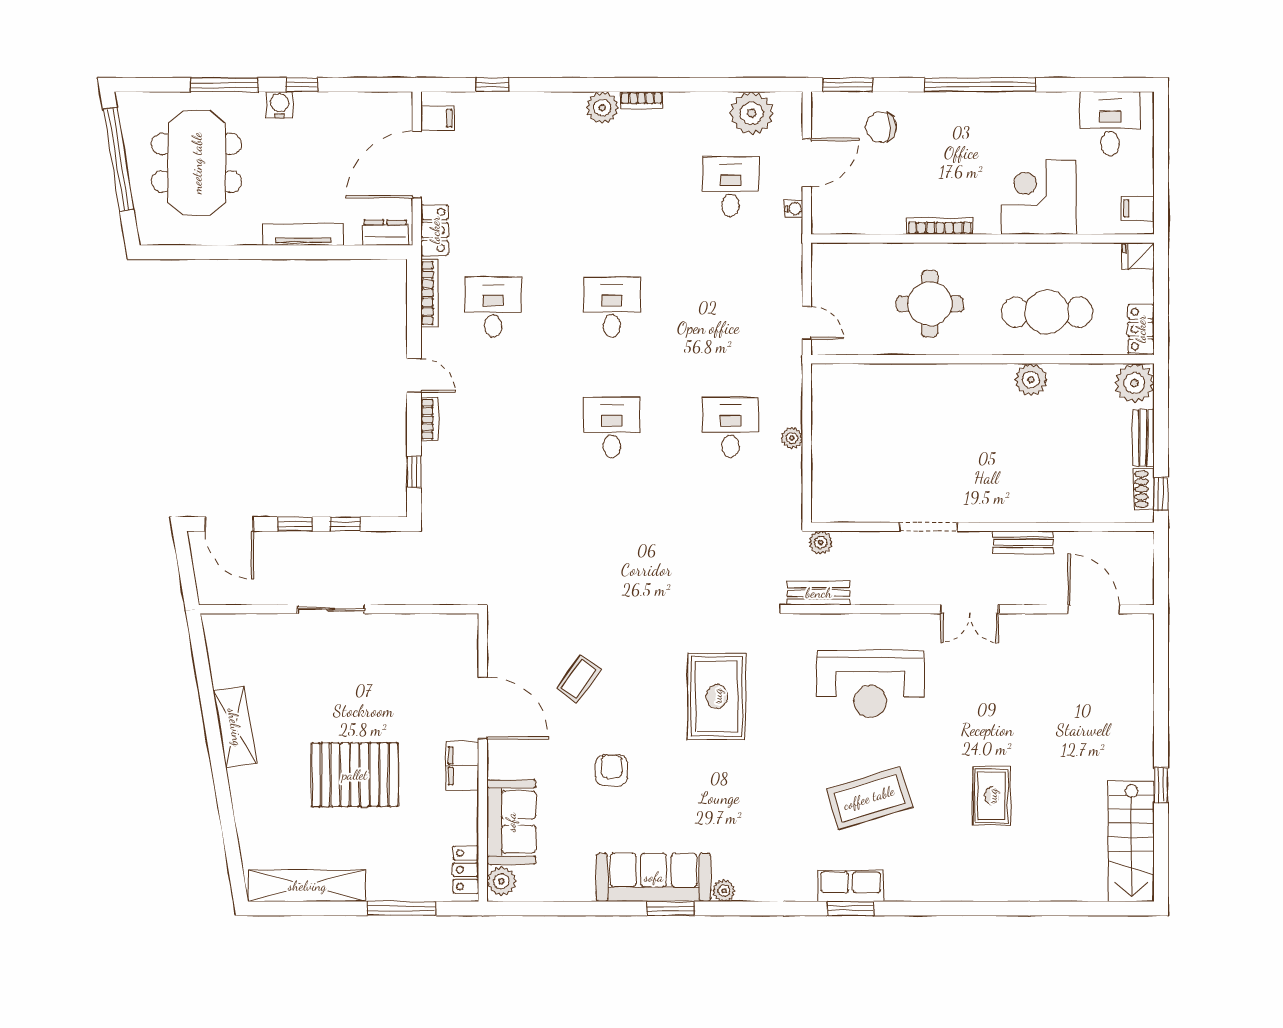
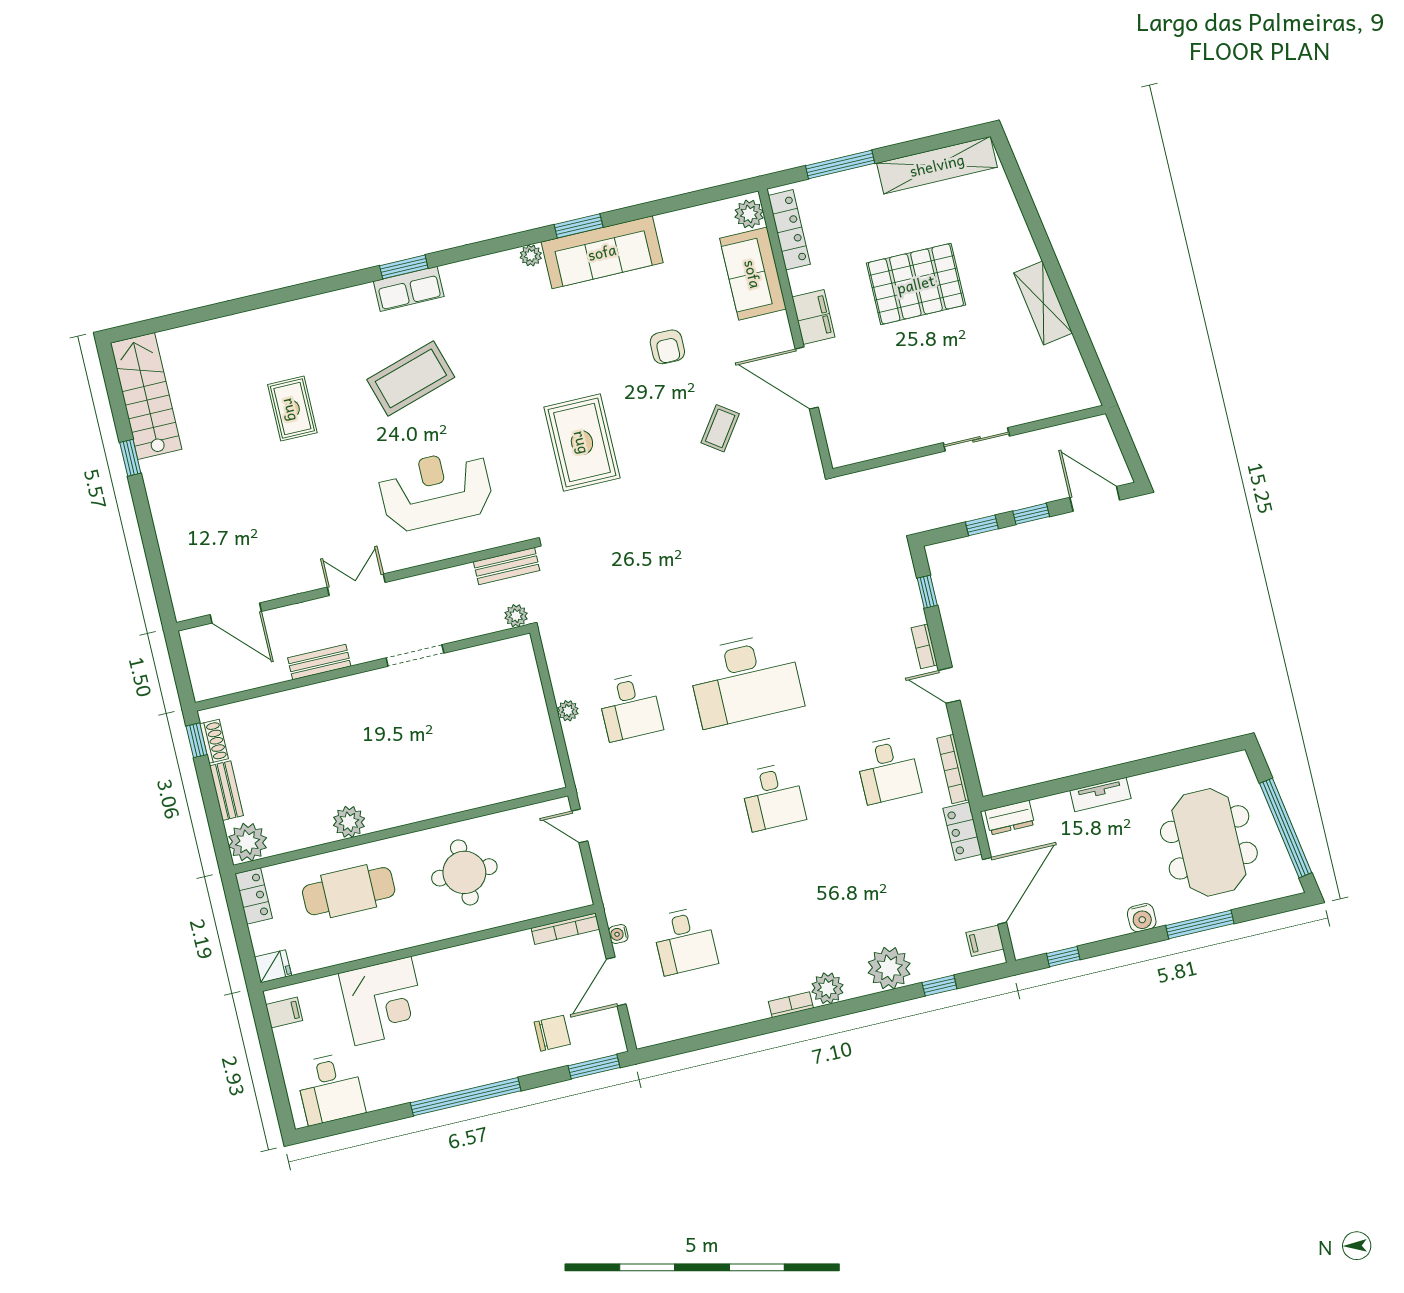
window: (302, 85) -> (1063, 957), moved
plant: (752, 113) -> (889, 968), moved
bookcase: (940, 226) -> (565, 929), moved
tv unit: (303, 234) -> (1100, 794), width x0.71
desk: (612, 428) -> (745, 680), width x1.87, depth x1.30
locker: (466, 870) -> (789, 230), width x1.53

